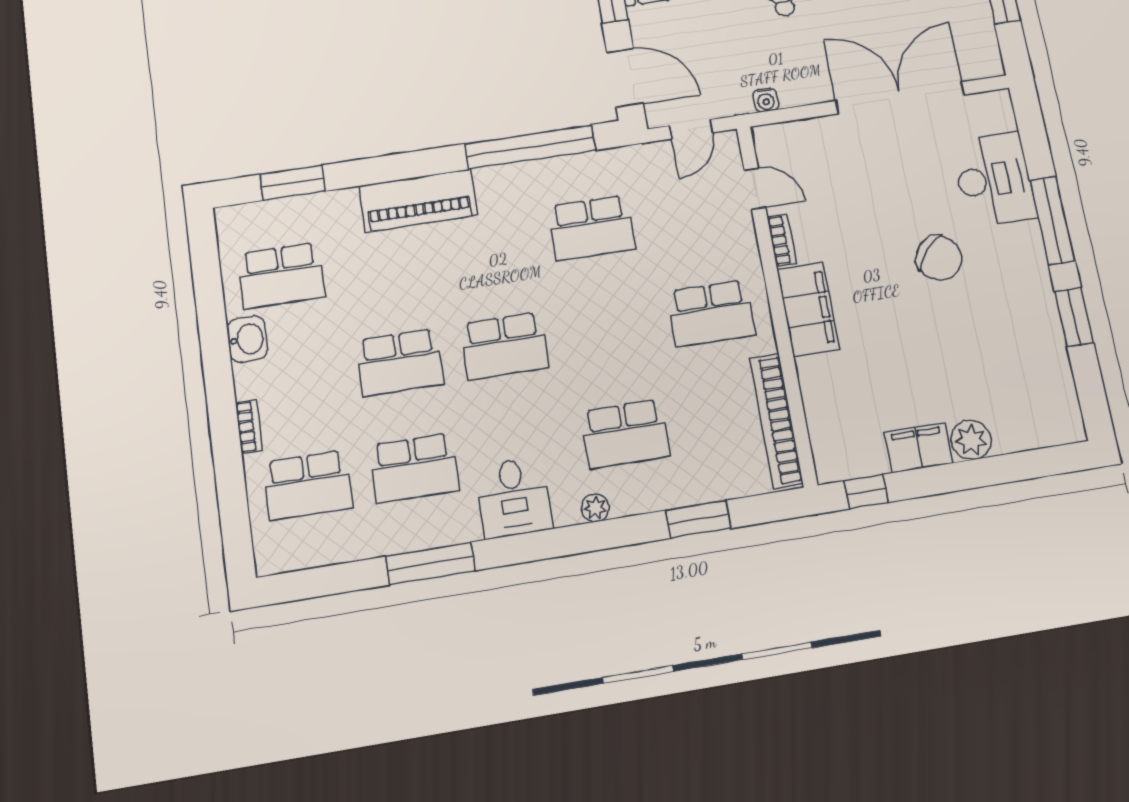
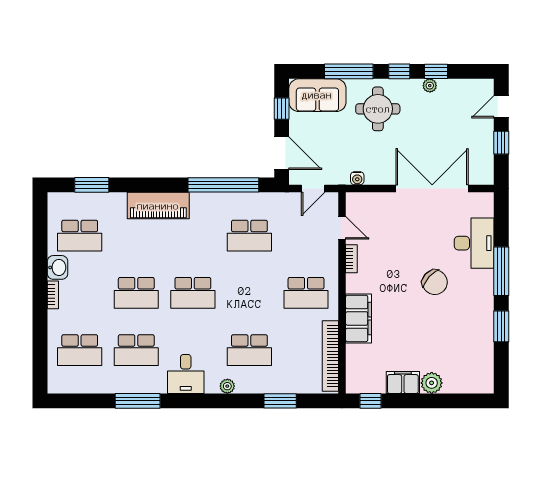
filing cabinet: (808, 309) -> (358, 318), moved
bookcase: (249, 426) -> (53, 295), moved

